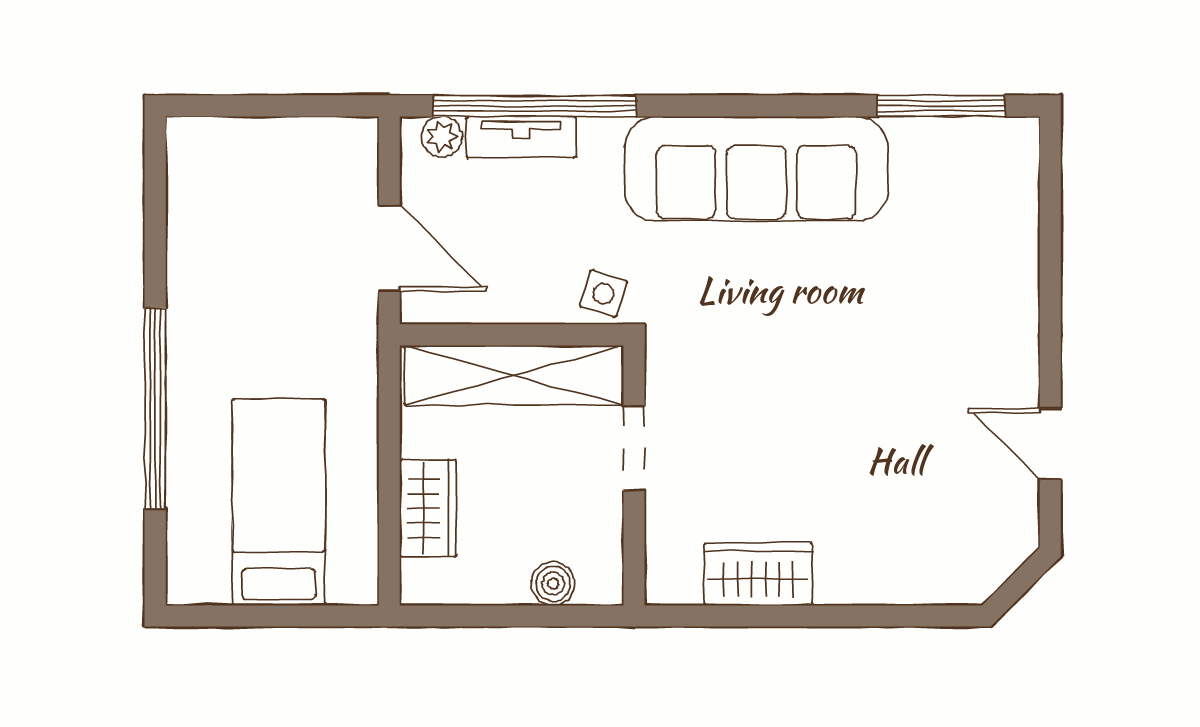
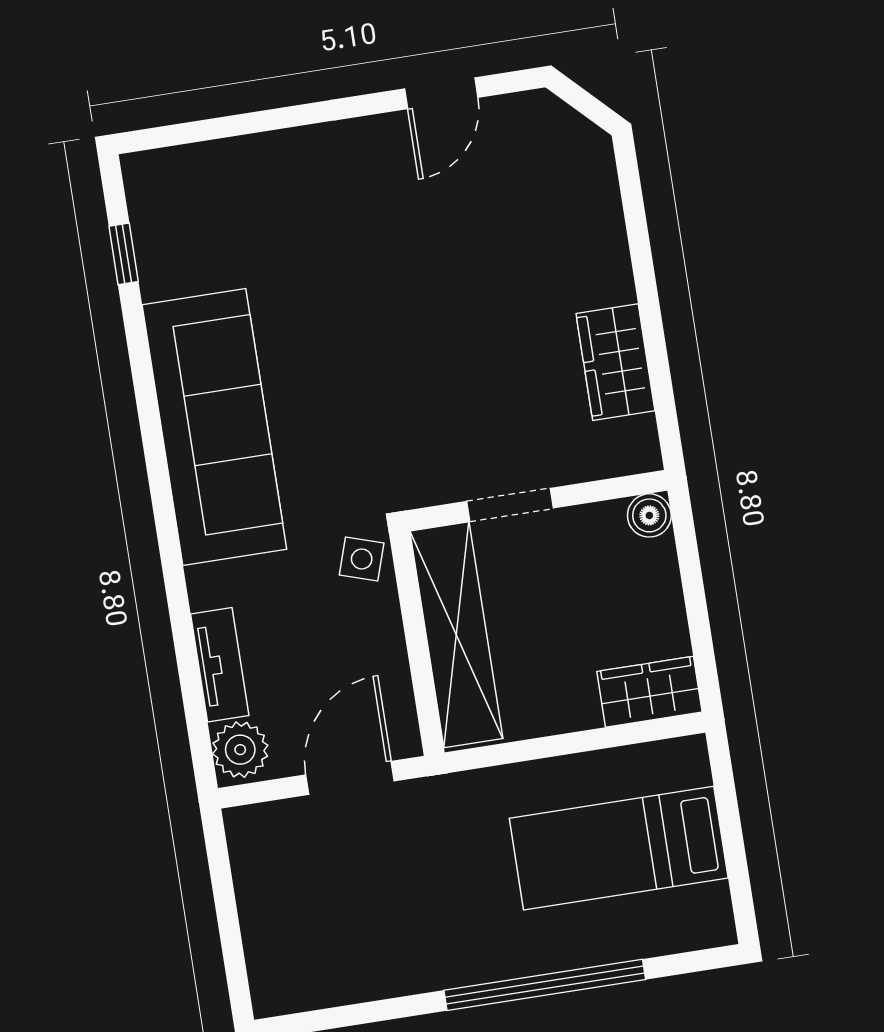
window: (535, 106) -> (187, 656), removed
window: (941, 106) -> (124, 254), width x0.46
plant: (442, 137) -> (240, 750), width x1.38, depth x1.38
wardrobe: (428, 508) -> (649, 692), moved
boiler: (553, 584) -> (649, 515), moved

